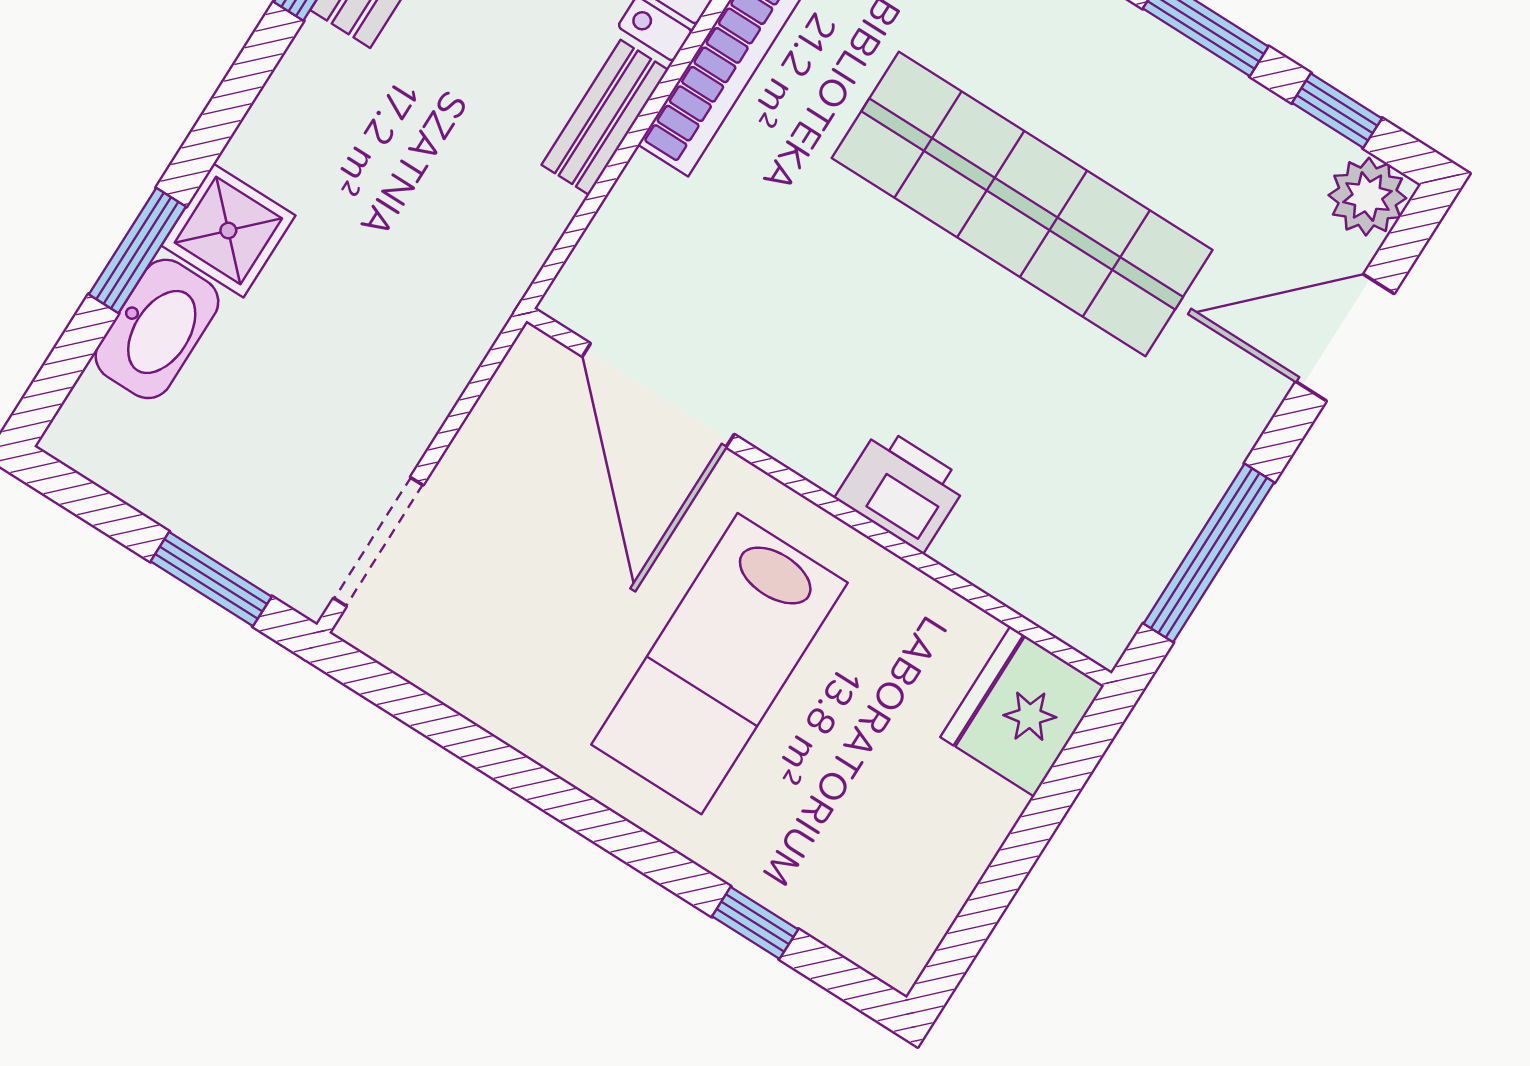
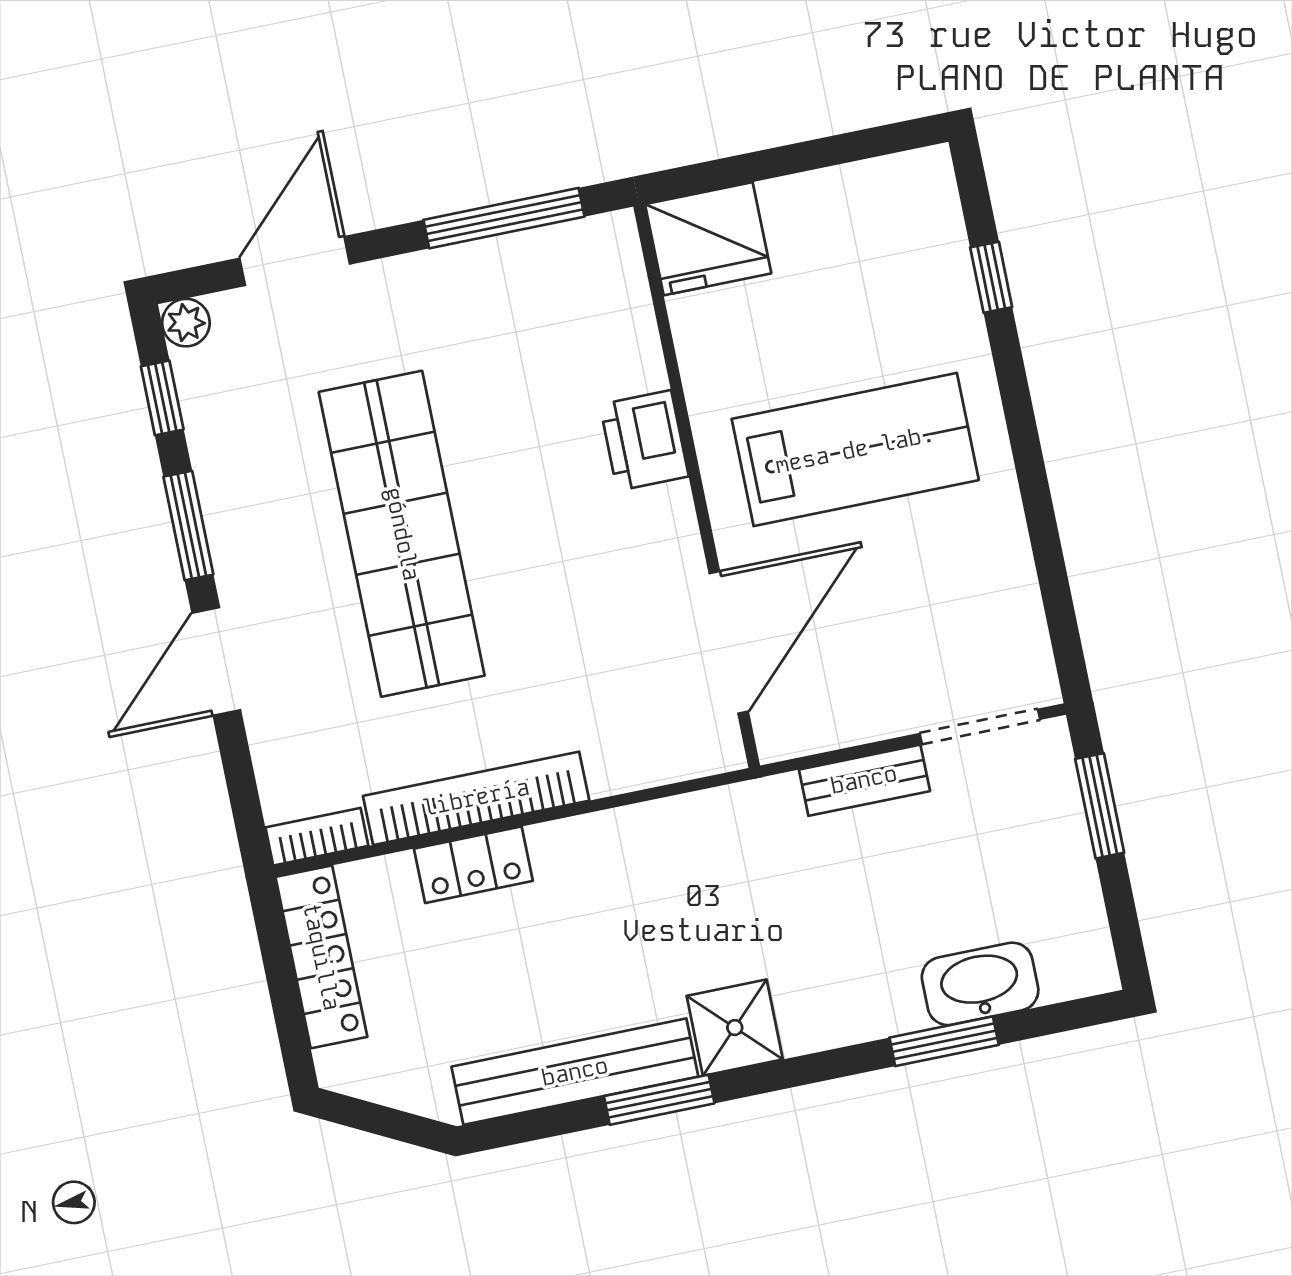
bench: (605, 117) -> (864, 780), moved
plant: (1367, 197) -> (186, 323), width x0.73, depth x0.73
shower: (228, 231) -> (735, 1028), moved
door: (1345, 338) -> (295, 261), swing flipped

